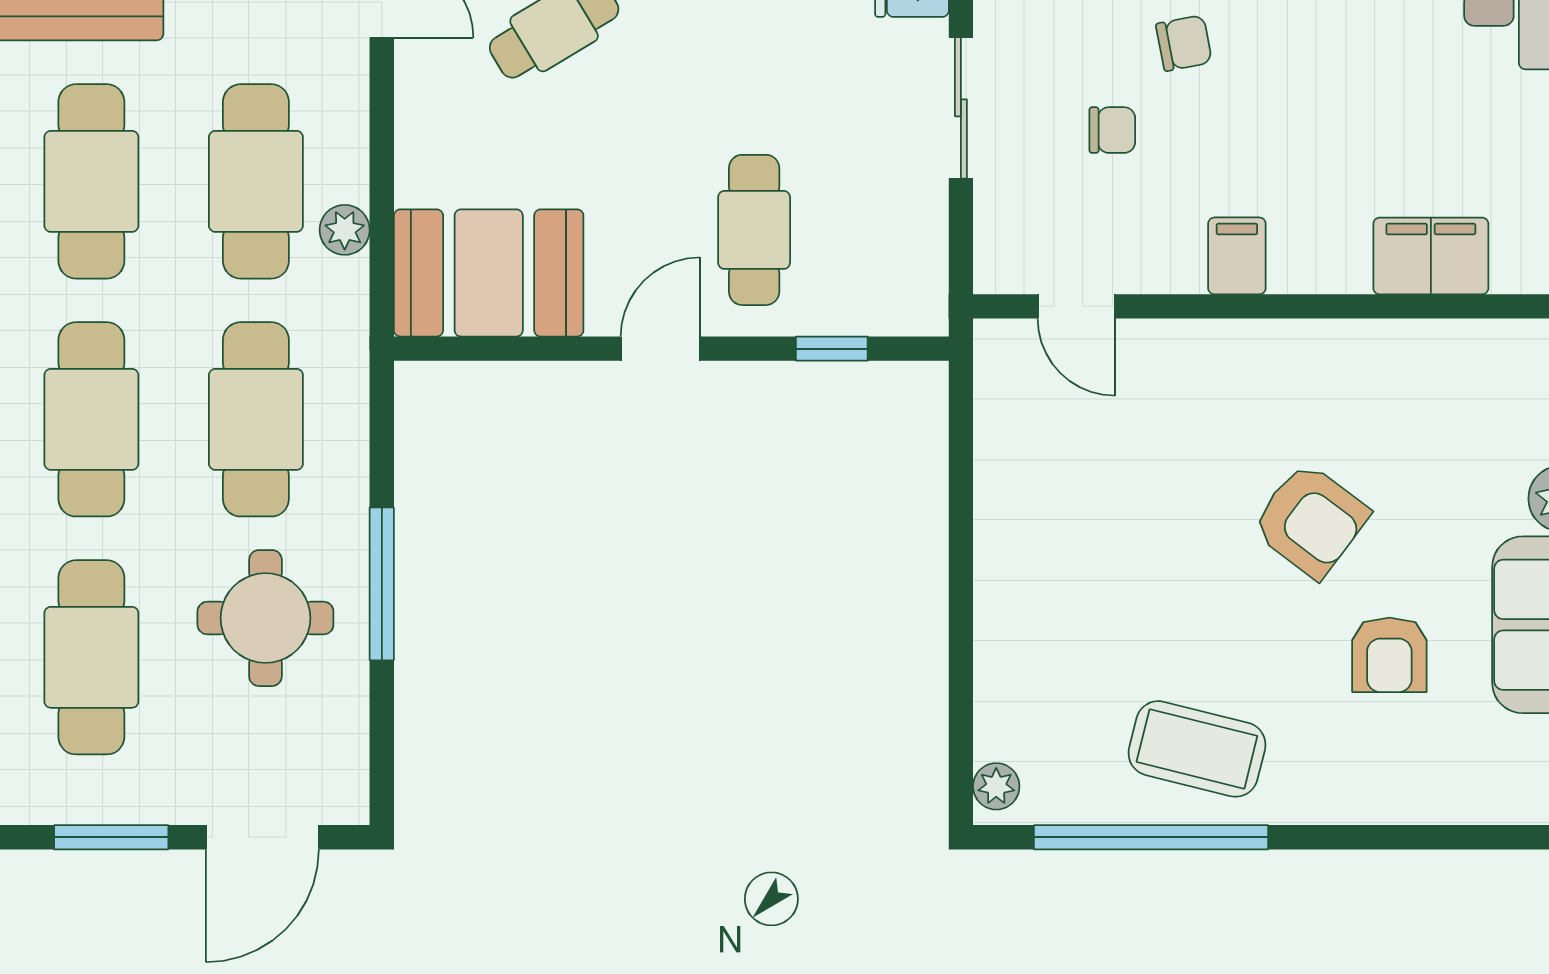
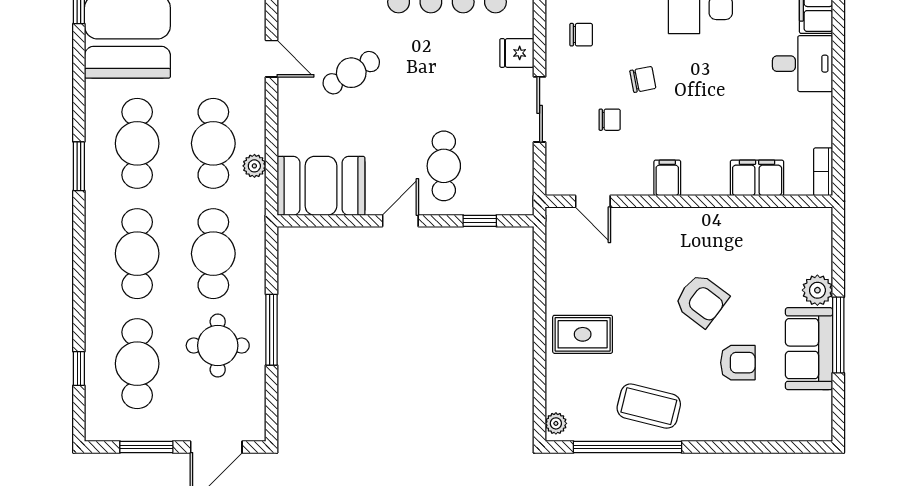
rug: (1054, 594) -> (583, 334), added
armchair: (1389, 655) -> (738, 363), turned -90

